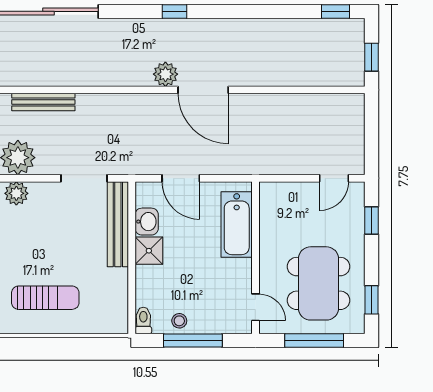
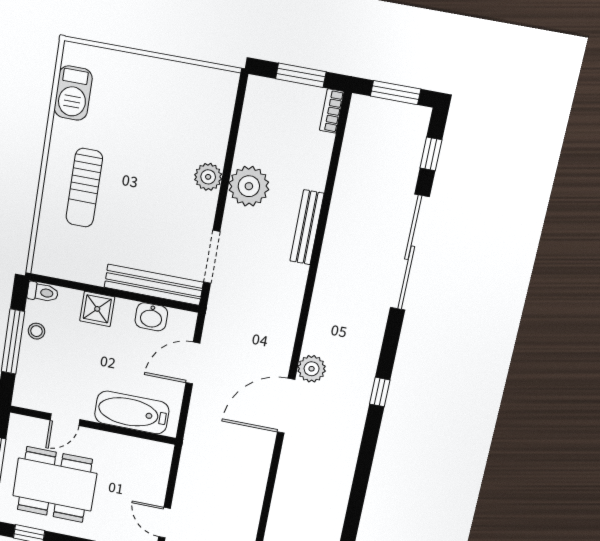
shower: (149, 251) -> (97, 309), moved
door: (255, 307) -> (65, 420), moved

